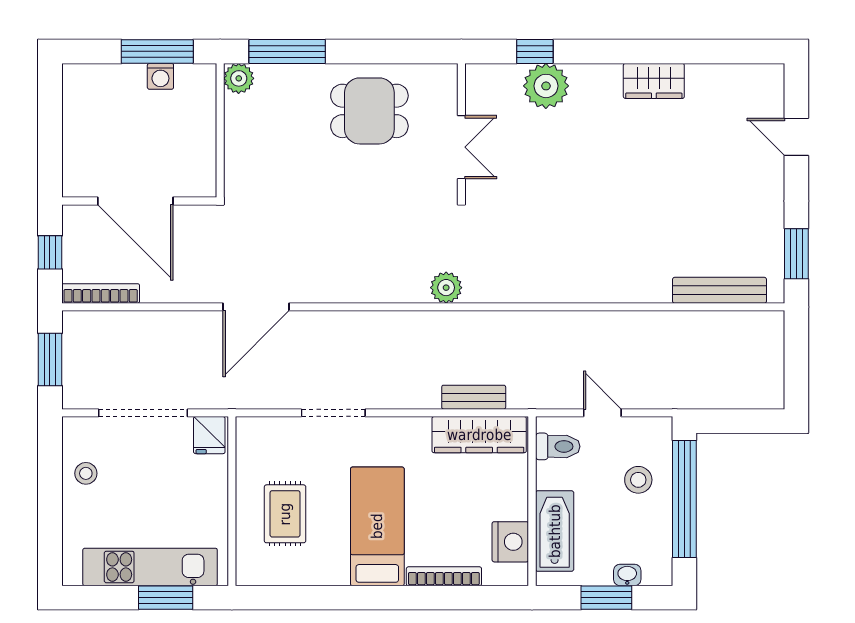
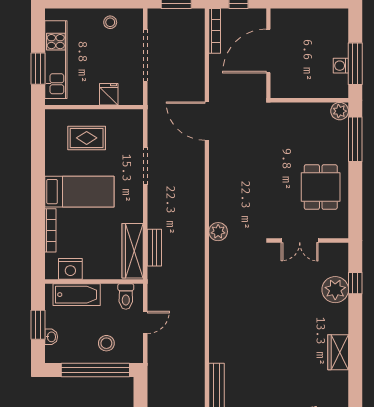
fridge: (209, 435) -> (109, 94), moved, turned 90

